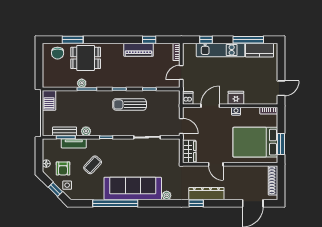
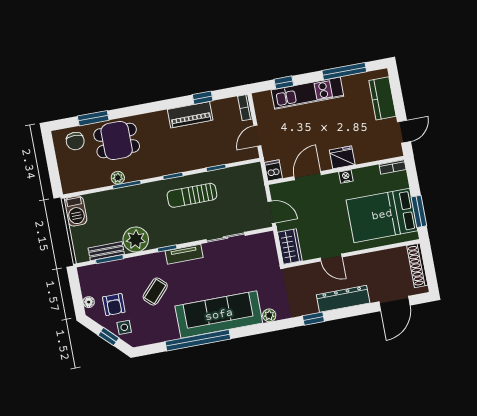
kitchen counter: (259, 50) -> (382, 98), moved, turned 90
plant: (86, 131) -> (136, 239), width x1.87, depth x1.87
tv unit: (74, 143) -> (184, 254), moved
dresser: (206, 194) -> (343, 299), moved

